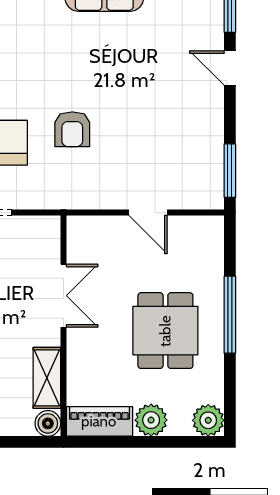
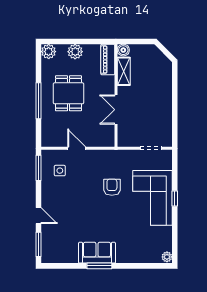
side table: (184, 165) -> (60, 171), added
piano: (99, 421) -> (108, 60), moved, turned 90

